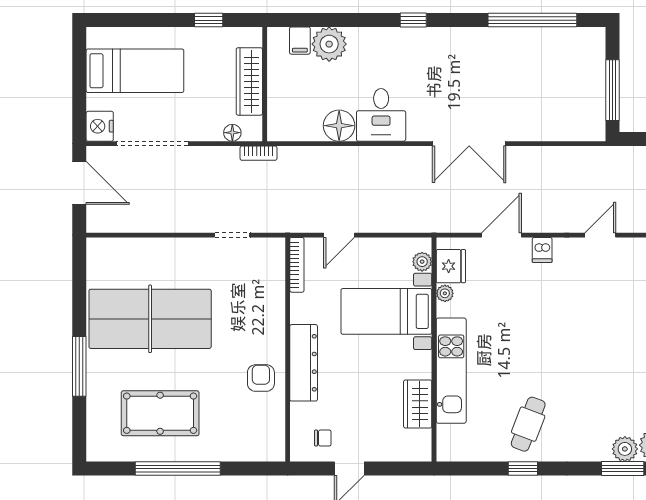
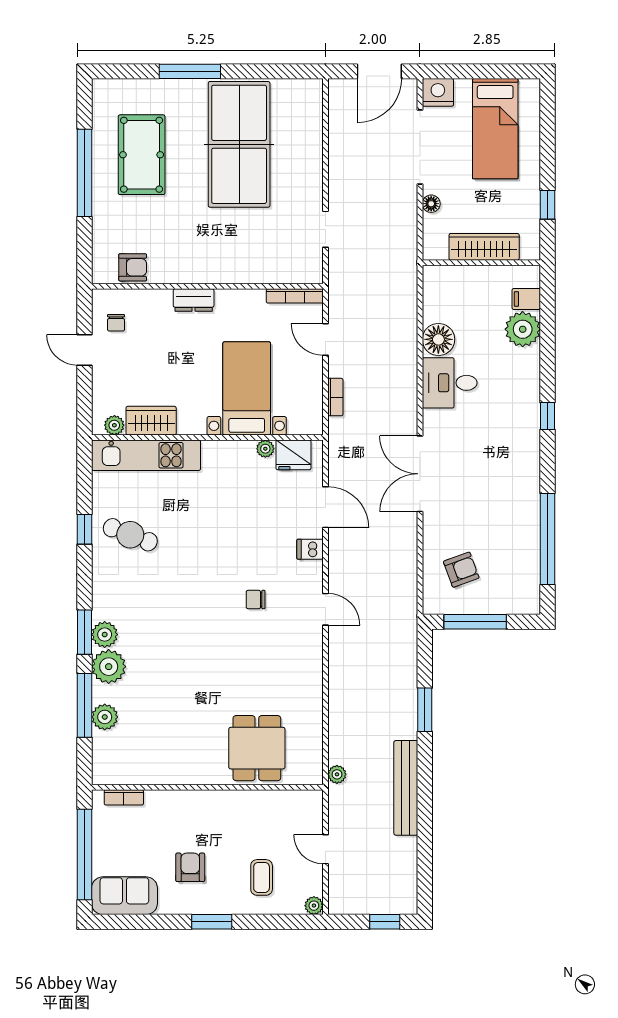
armchair: (562, 104) -> (461, 570), added
floor lamp: (232, 133) -> (431, 204), moved
bookcase: (259, 153) -> (335, 397), moved, turned 180
plant: (422, 262) -> (114, 425), moved
chair: (591, 303) -> (256, 600), added
dresser: (304, 363) -> (194, 300), width x0.51, depth x0.80
kitchen unit: (451, 371) -> (146, 455), moved
armchair: (261, 378) -> (133, 267), moved

